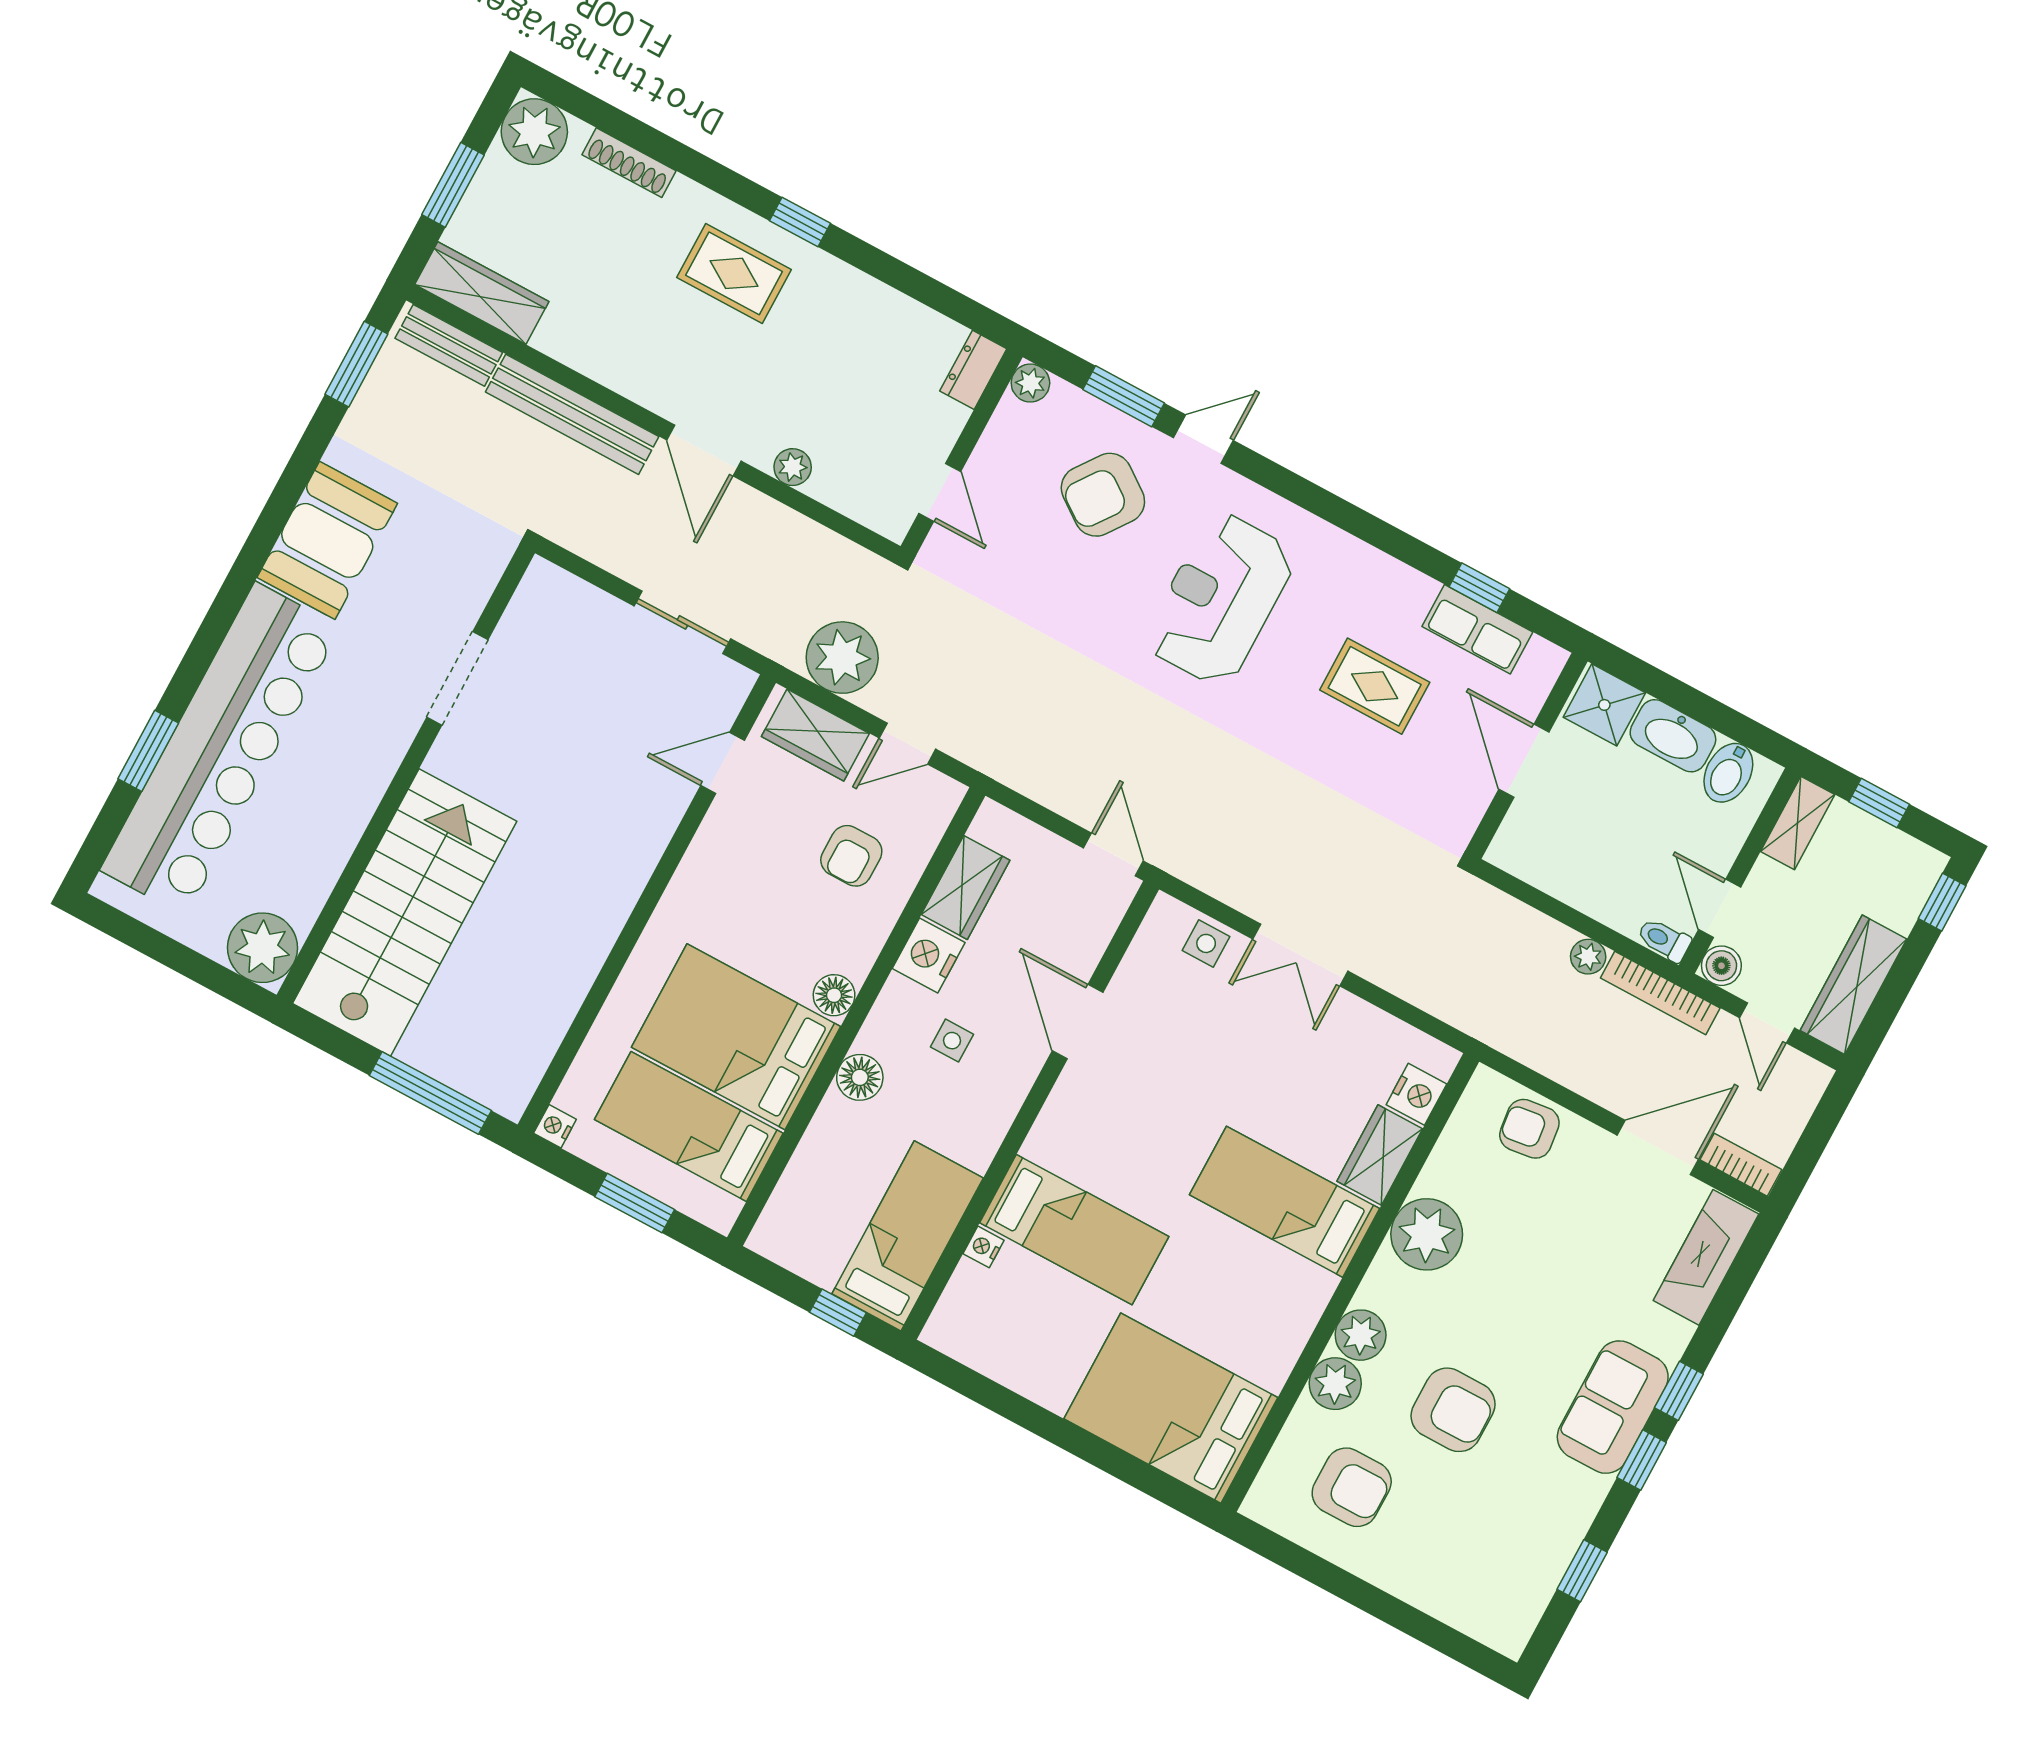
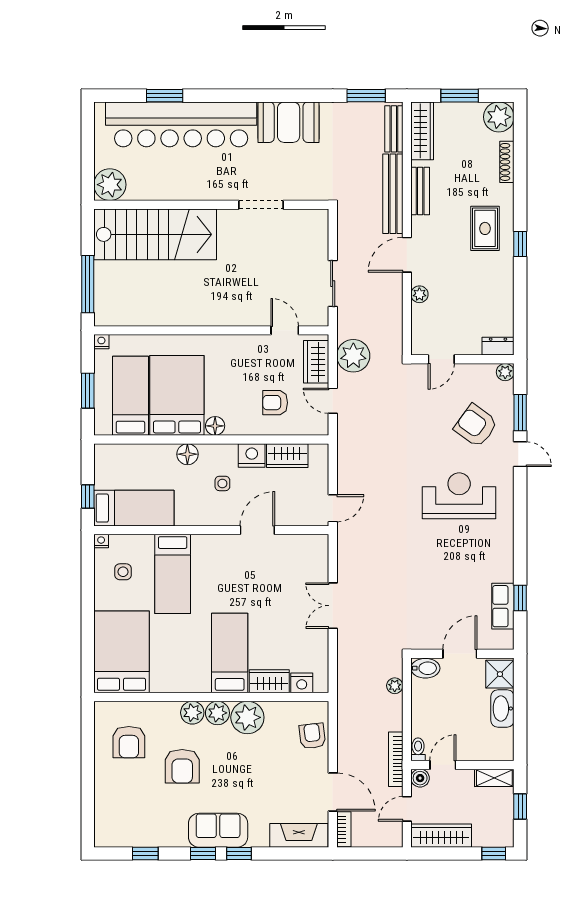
bench: (595, 359) -> (420, 191), added
rug: (1375, 686) -> (458, 577), removed
bidet: (1728, 773) -> (425, 668), moved, turned 180
side table: (1206, 943) -> (123, 572), moved
plant: (1588, 957) -> (395, 686), moved
nightstand: (984, 1247) -> (101, 541), moved
plant: (1335, 1384) -> (217, 713), moved

